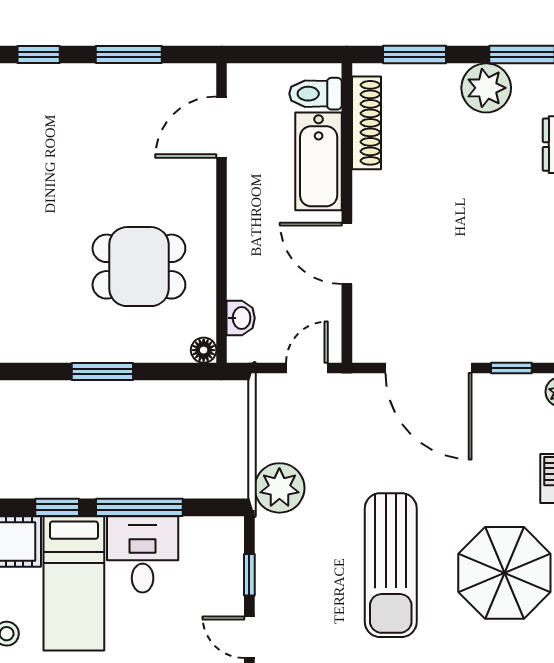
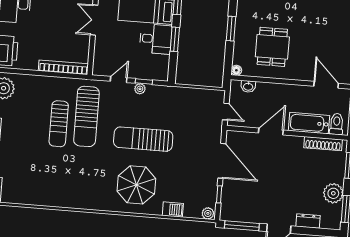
door: (429, 368) -> (222, 161), swing flipped
plant: (279, 488) -> (140, 89), moved, width x0.53, depth x0.53
window: (139, 507) -> (175, 39), width x0.69

